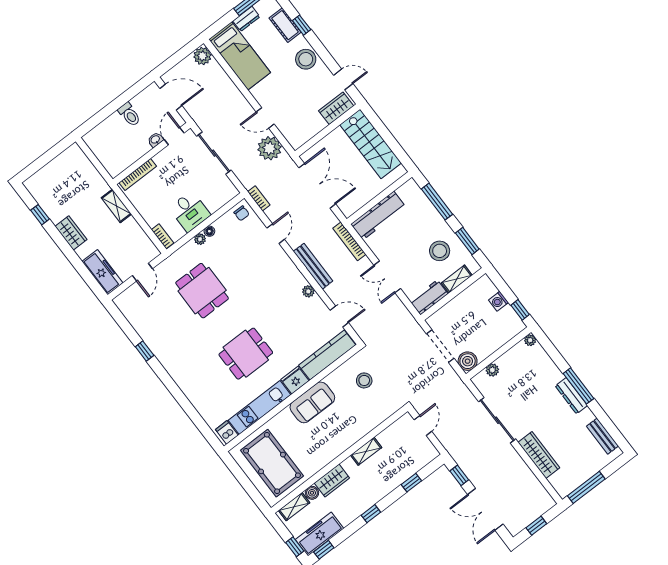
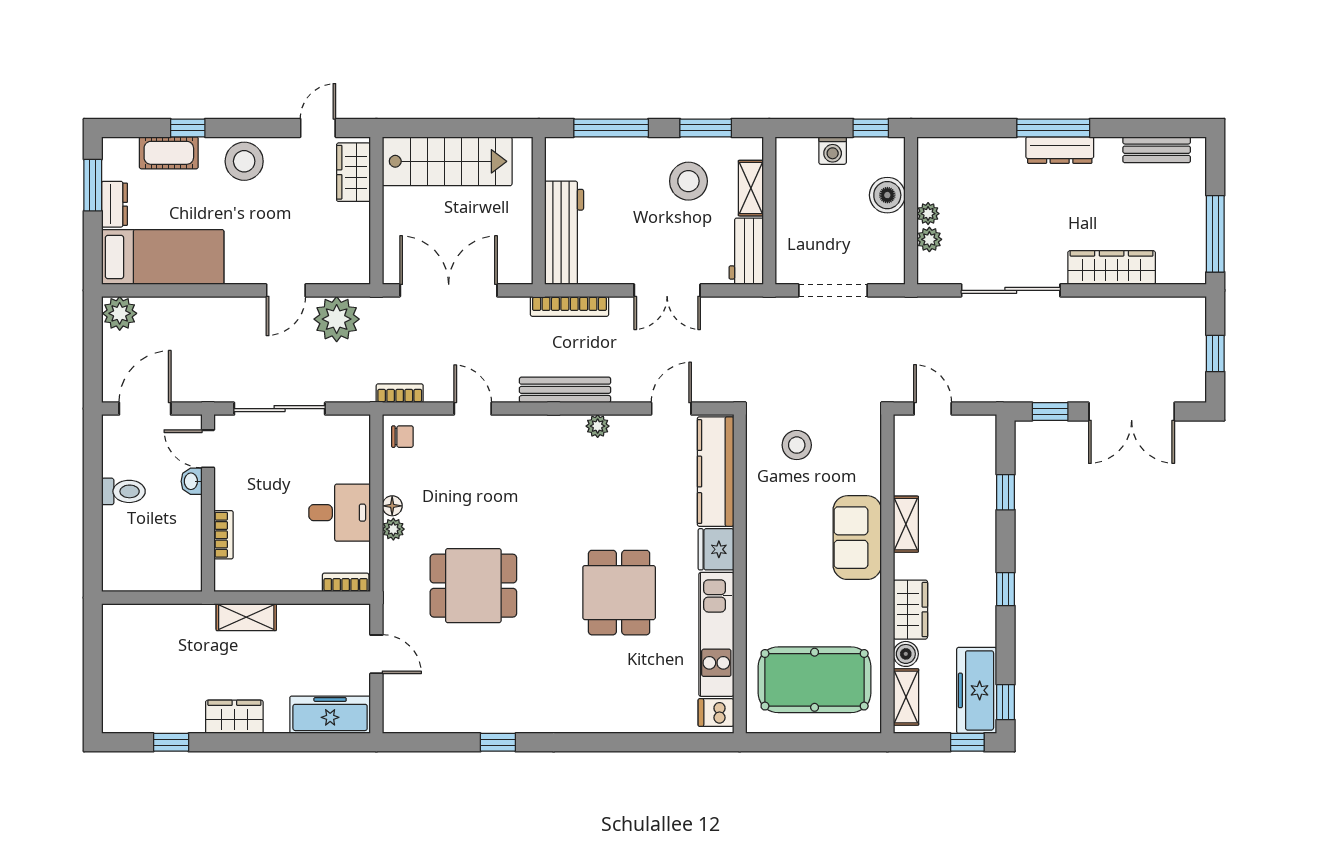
bookcase: (138, 175) -> (224, 535), width x0.64
plant: (530, 340) -> (928, 214), moved
boiler: (468, 361) -> (887, 195), moved
sofa: (312, 402) -> (857, 538), moved, turned 180

